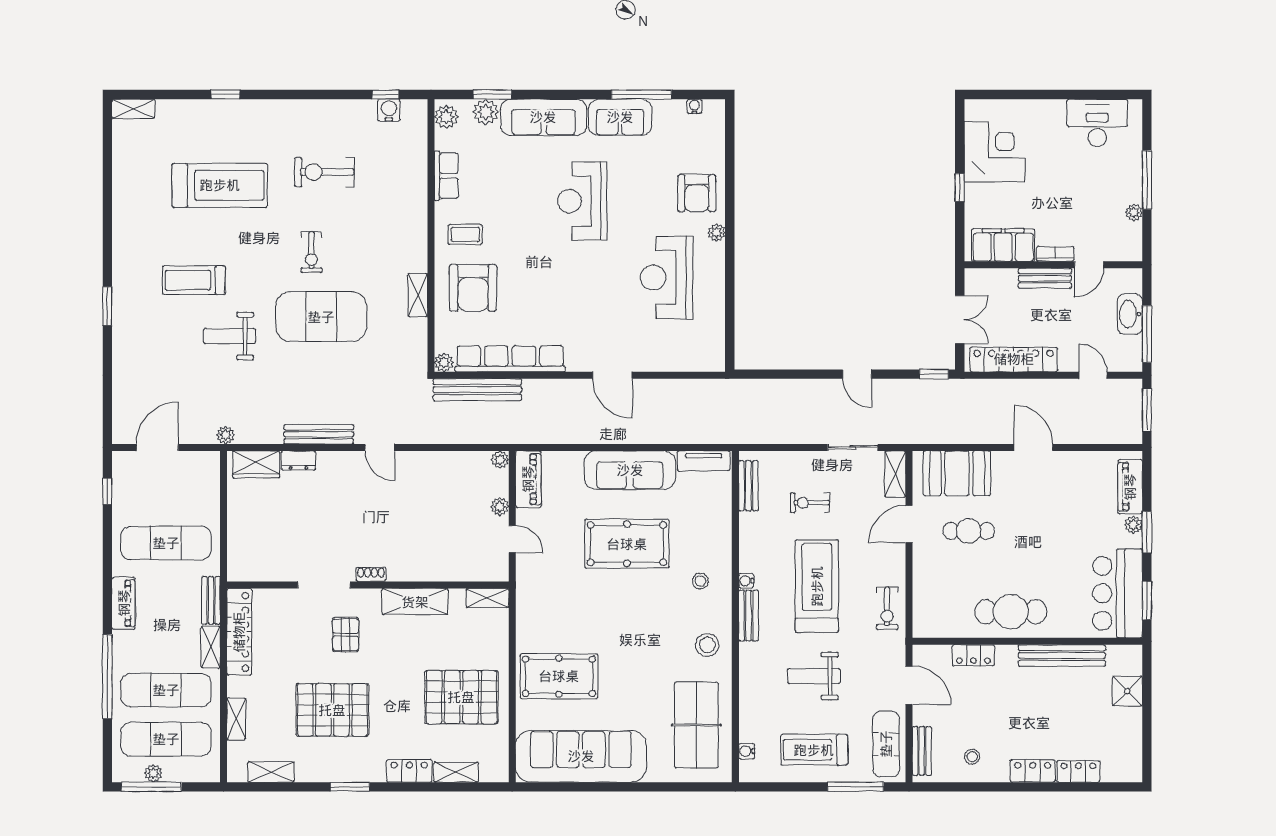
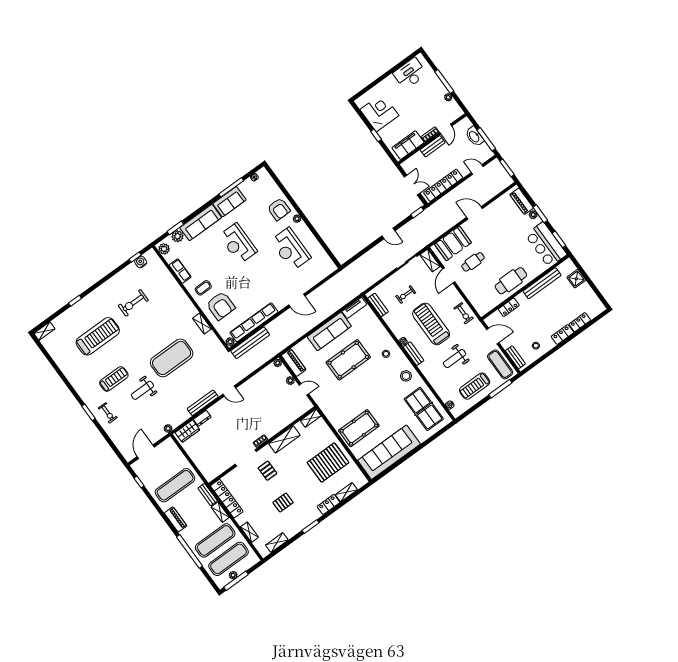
exercise bike: (311, 252) -> (108, 413), moved
treadmill: (194, 280) -> (114, 379), turned 180
pallet: (332, 710) -> (283, 503), width x0.49, depth x0.50

